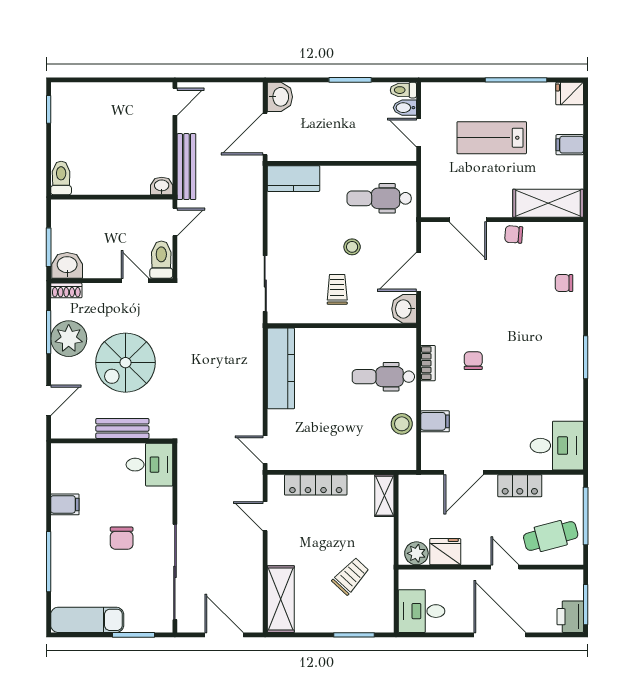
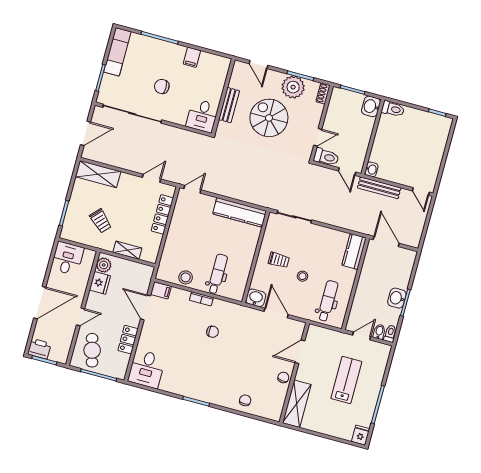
washbasin: (280, 97) -> (397, 298), moved, turned 90
filing cabinet: (570, 145) -> (329, 427), removed
washbasin: (67, 265) -> (371, 106), moved, turned 180
bookcase: (428, 363) -> (201, 299), moved
filing cabinet: (435, 421) -> (161, 290), moved, turned -90
shelving: (384, 496) -> (127, 250), moved

